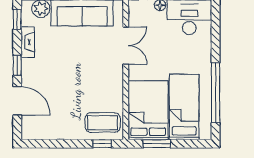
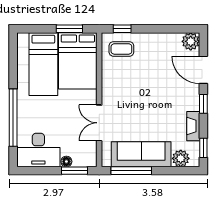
window: (216, 93) -> (13, 118), moved
coffee table: (103, 123) -> (121, 49), width x0.73, depth x0.77
plant: (30, 130) -> (191, 41), added

